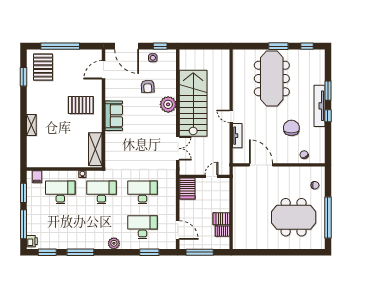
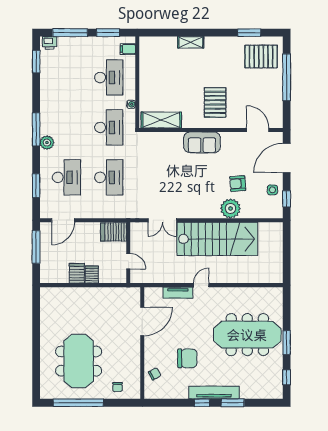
plant: (168, 104) -> (231, 208), moved
server rack: (222, 231) -> (92, 275), moved
window: (80, 252) -> (36, 129), moved

